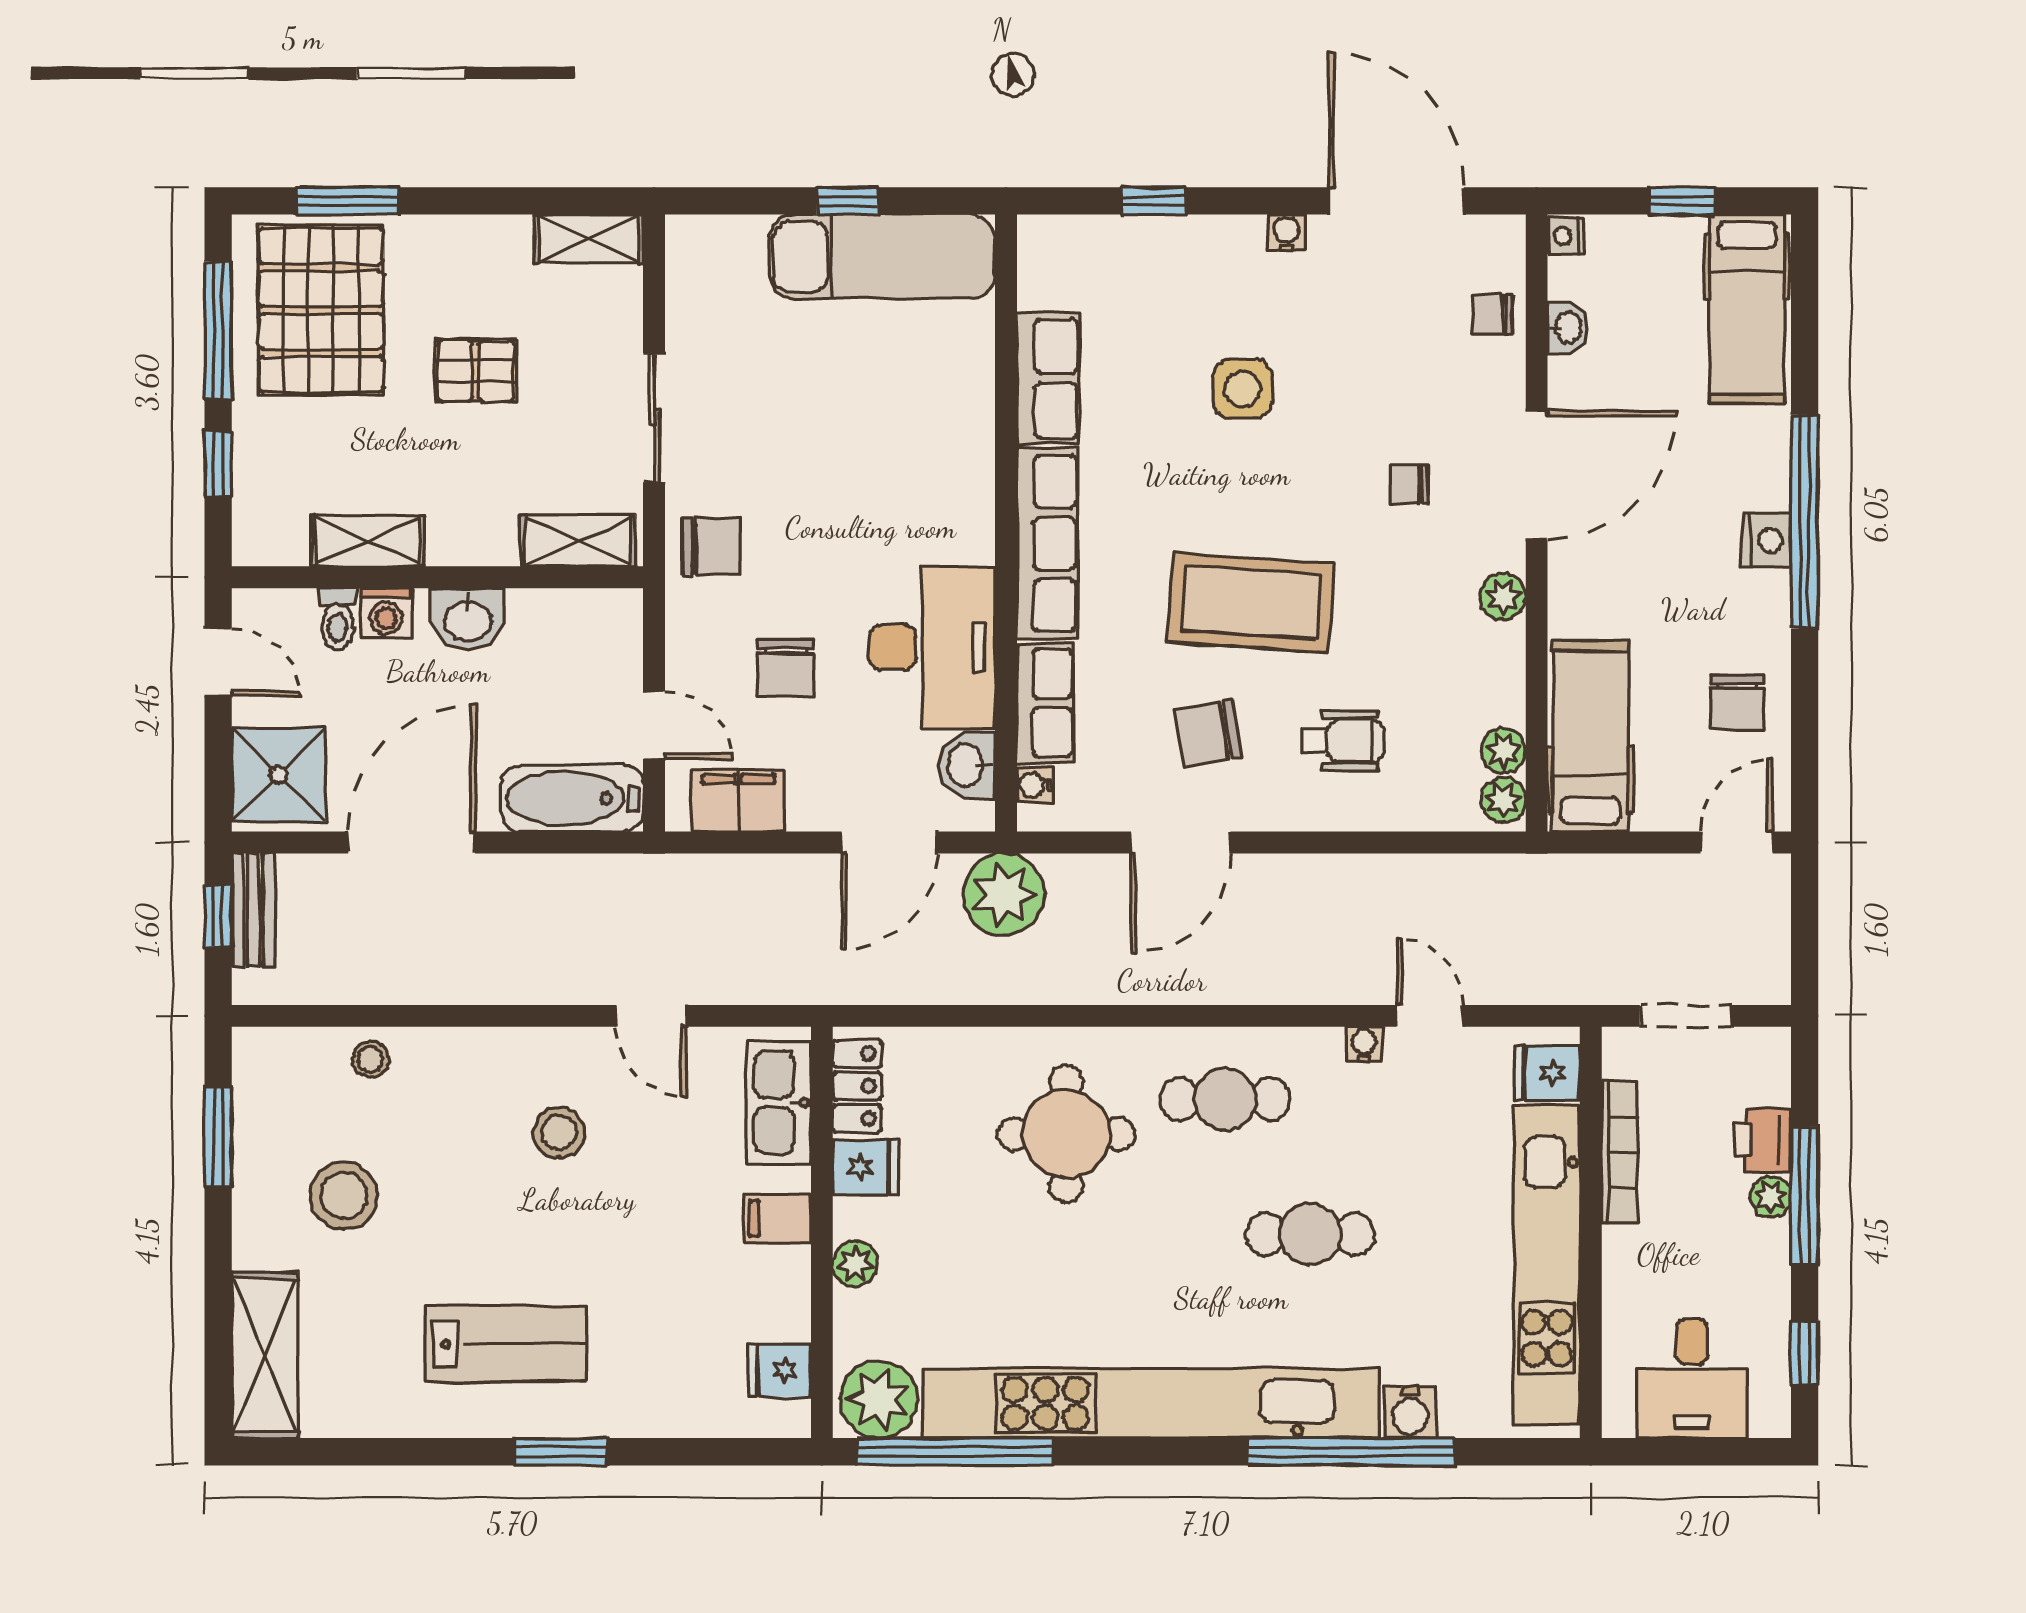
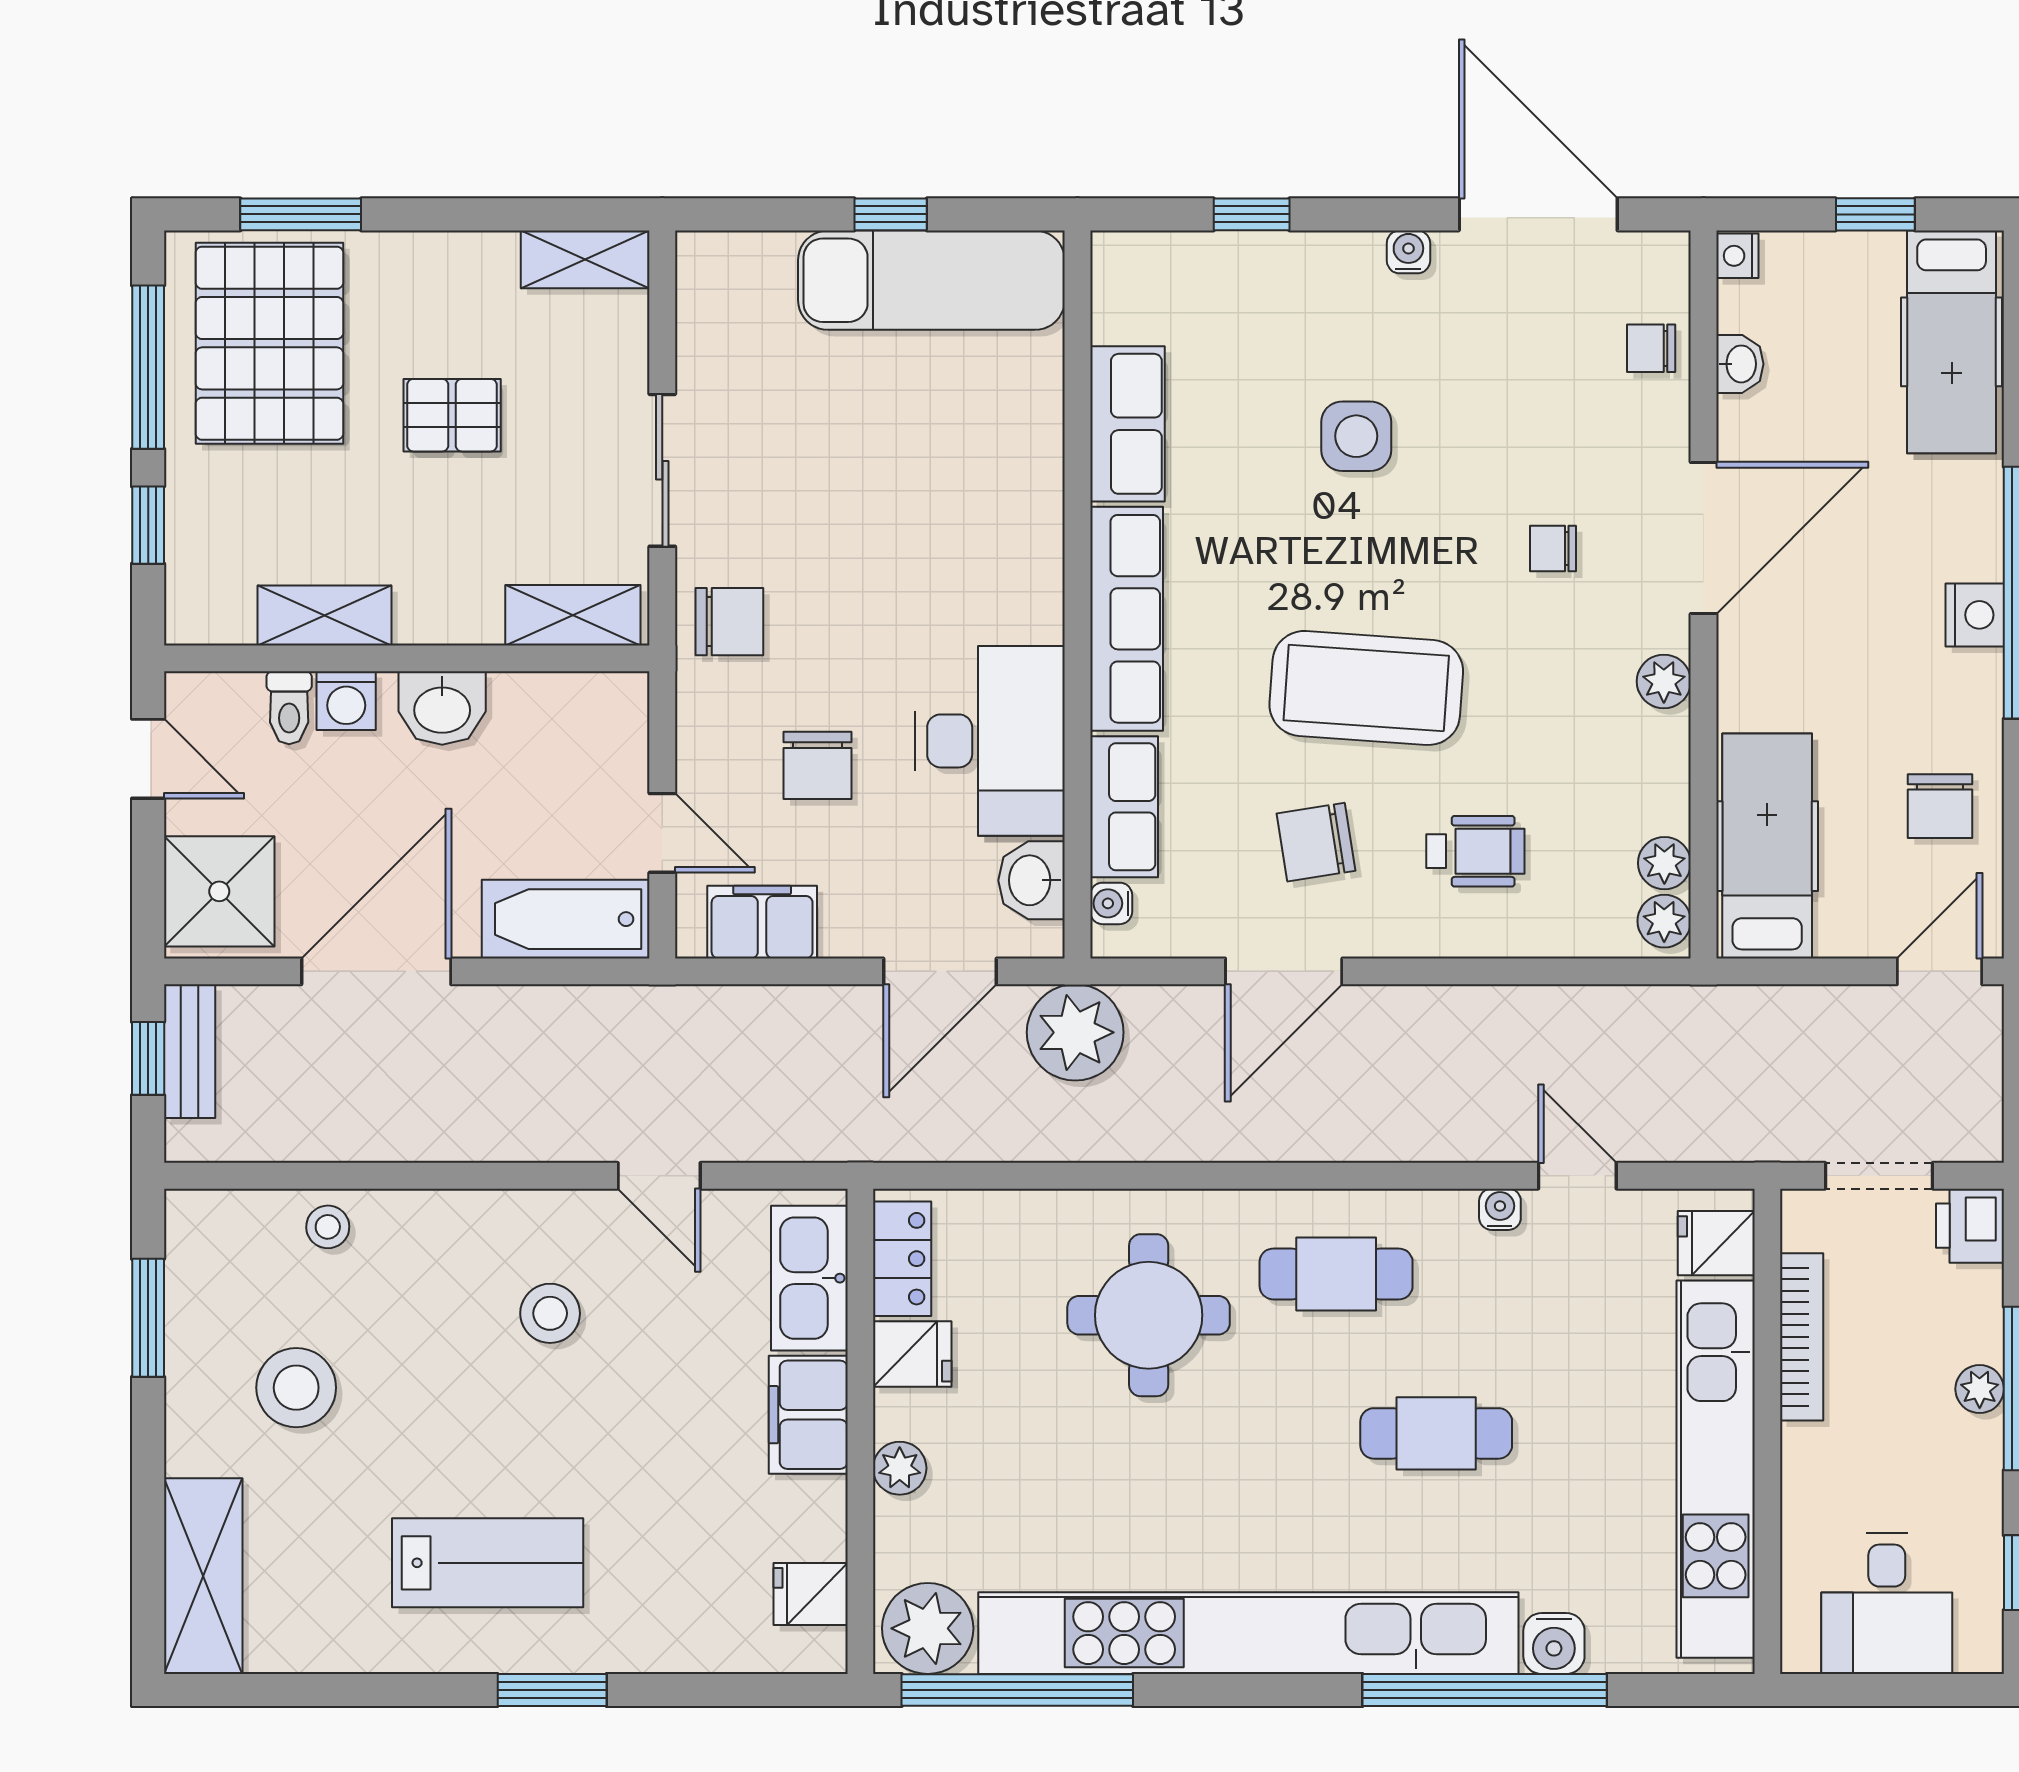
printer: (1762, 1140) -> (1970, 1226), moved
filing cabinet: (778, 1218) -> (808, 1415), width x2.00

